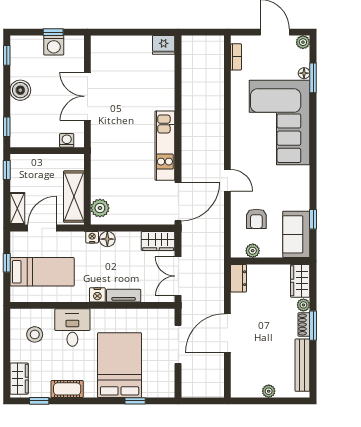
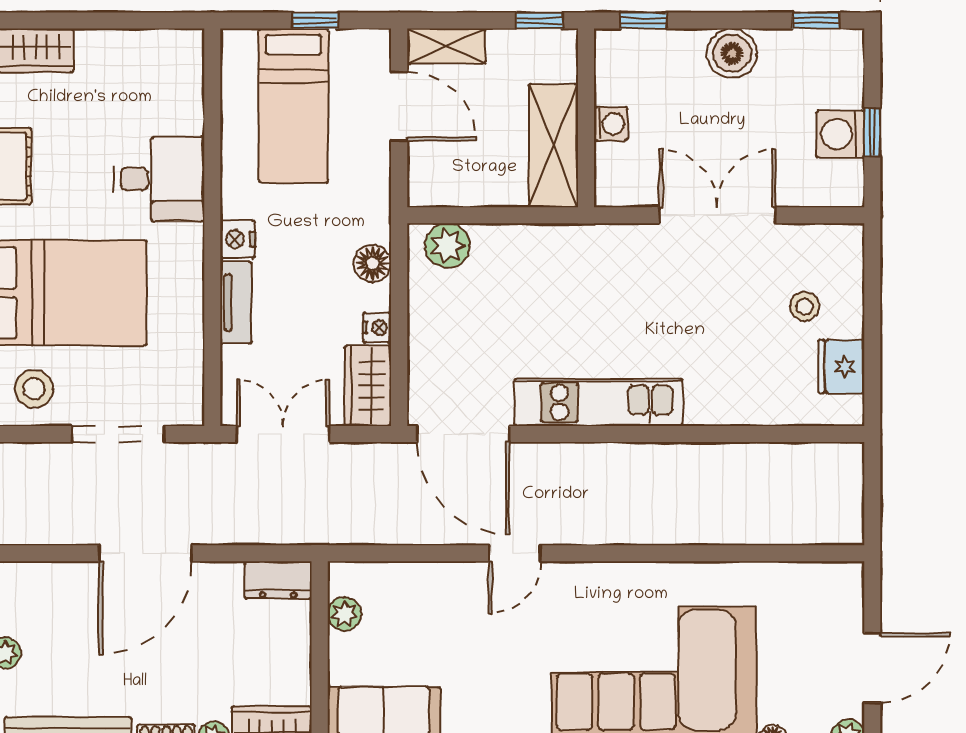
fridge: (164, 45) -> (841, 366), moved
bookcase: (236, 57) -> (812, 574), removed
stool: (125, 60) -> (805, 307), added
washing machine: (67, 140) -> (611, 124), moved
shelving: (74, 197) -> (553, 146), moved, turned 90
armchair: (256, 219) -> (421, 623), removed
nightstand: (92, 237) -> (377, 328), moved
door: (227, 333) -> (145, 553), swing flipped
stool: (35, 334) -> (34, 389), moved

